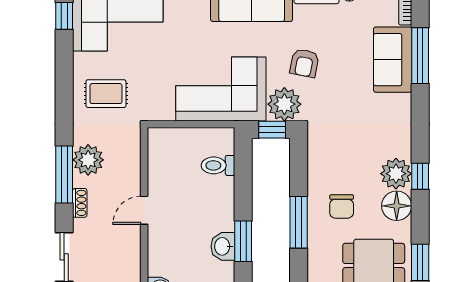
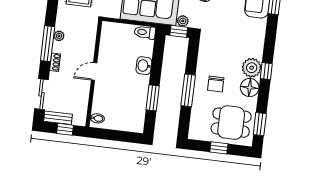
plant: (284, 104) -> (183, 21), width x0.53, depth x0.53
plant: (88, 160) -> (59, 36), width x0.53, depth x0.53
toilet: (218, 165) -> (145, 32), moved
washbasin: (223, 246) -> (144, 66), moved

